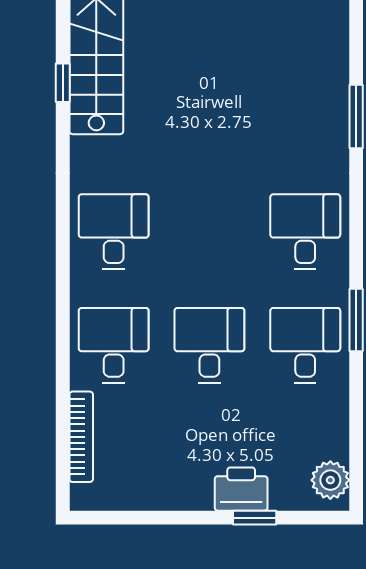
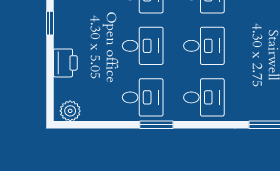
desk: (209, 232) -> (204, 46), added
window: (255, 518) -> (50, 23), moved

